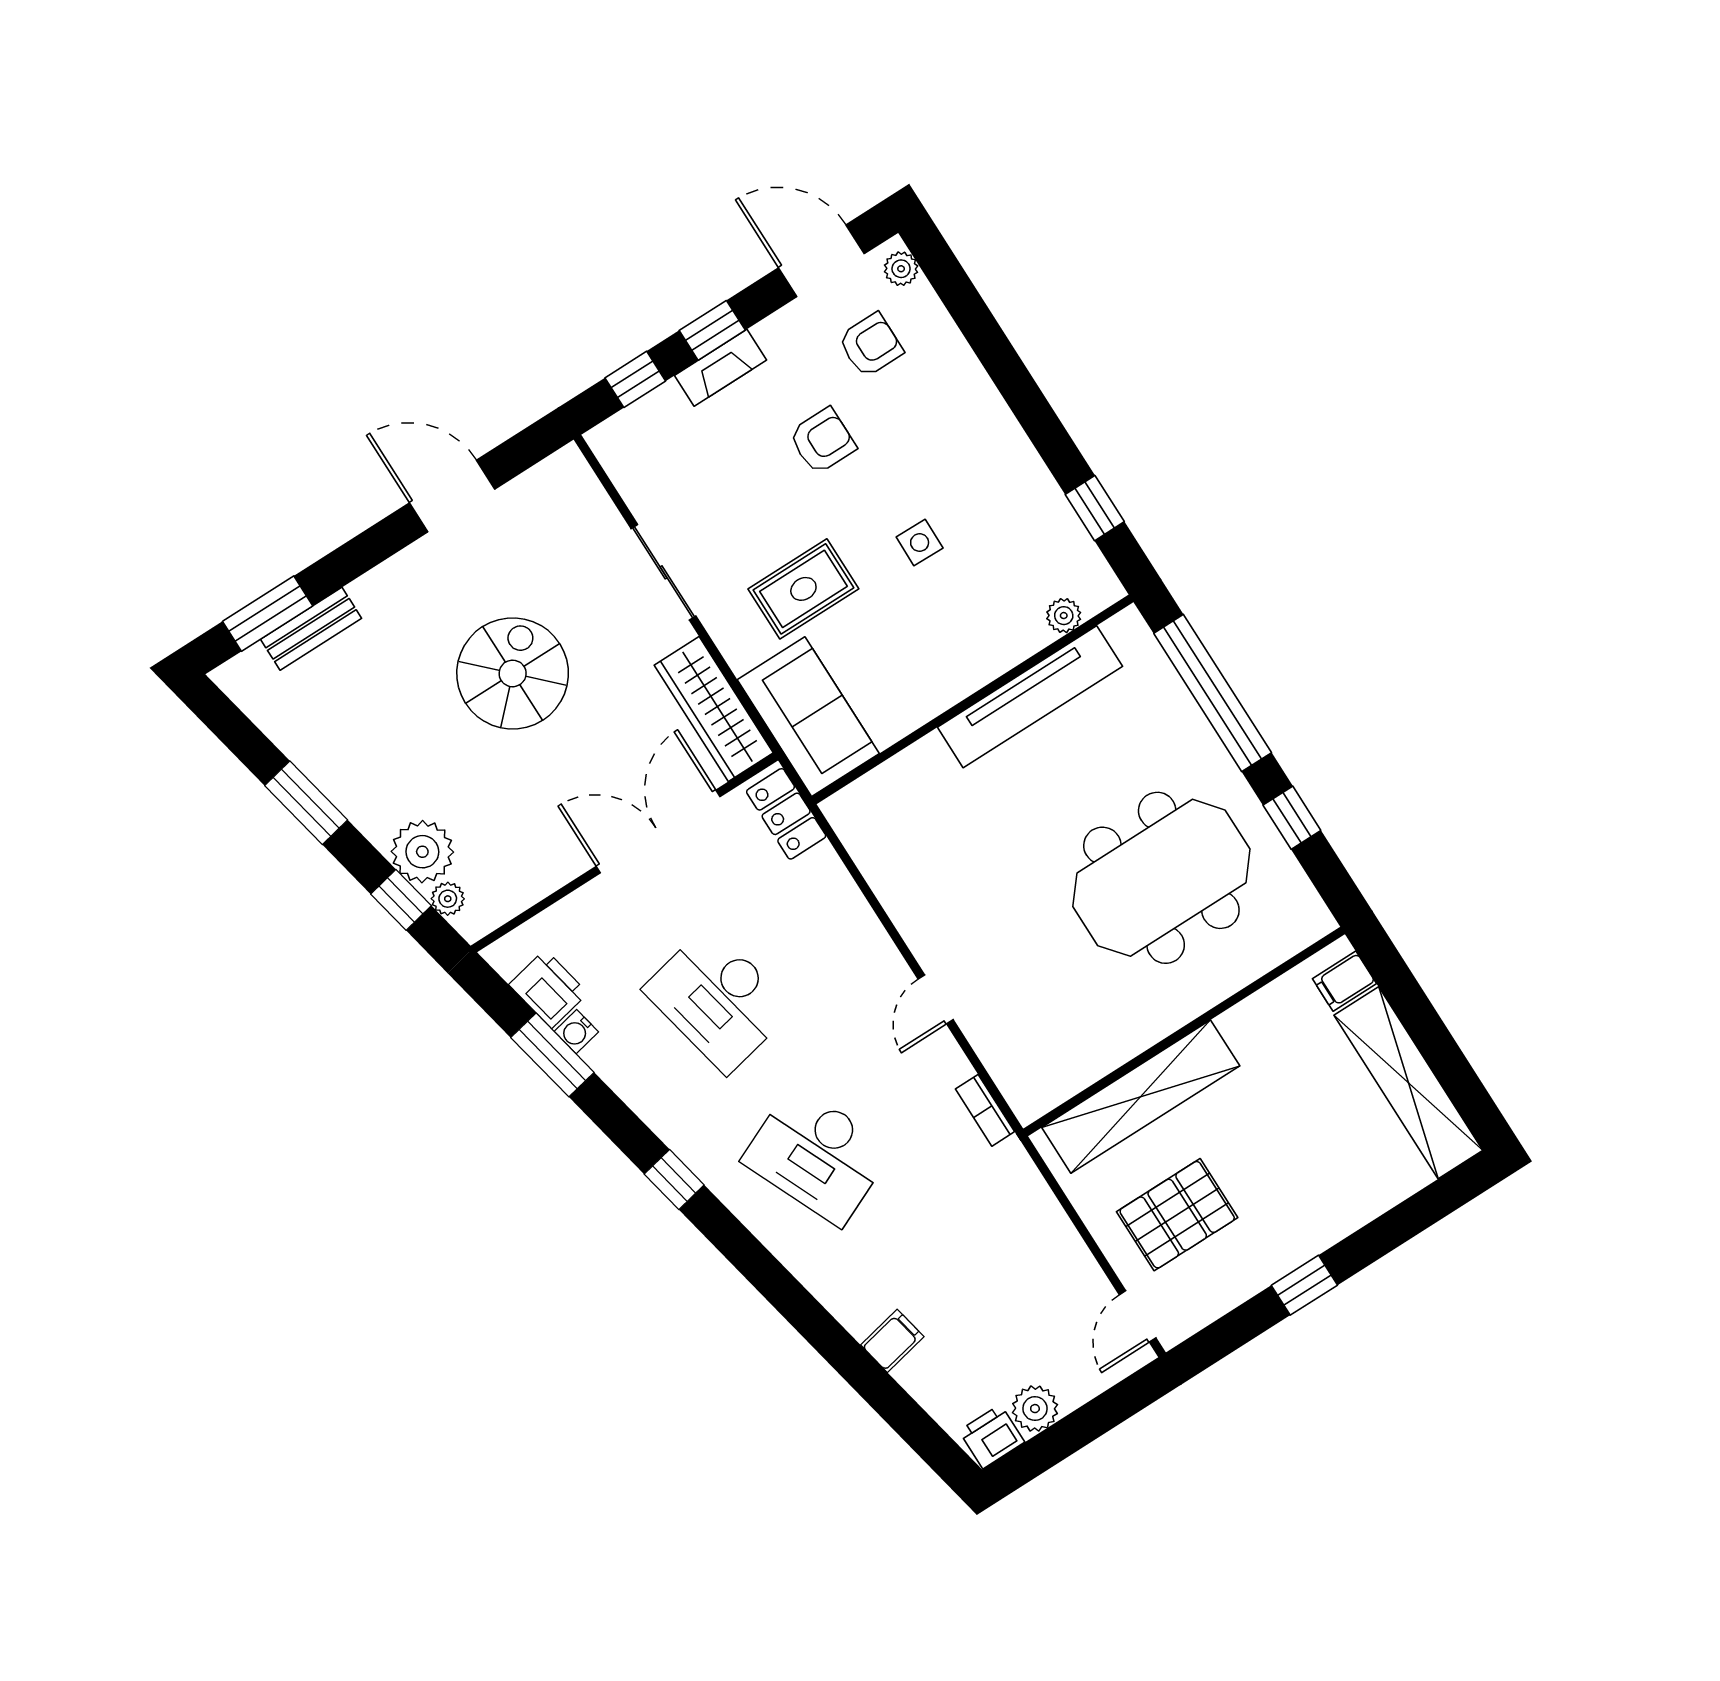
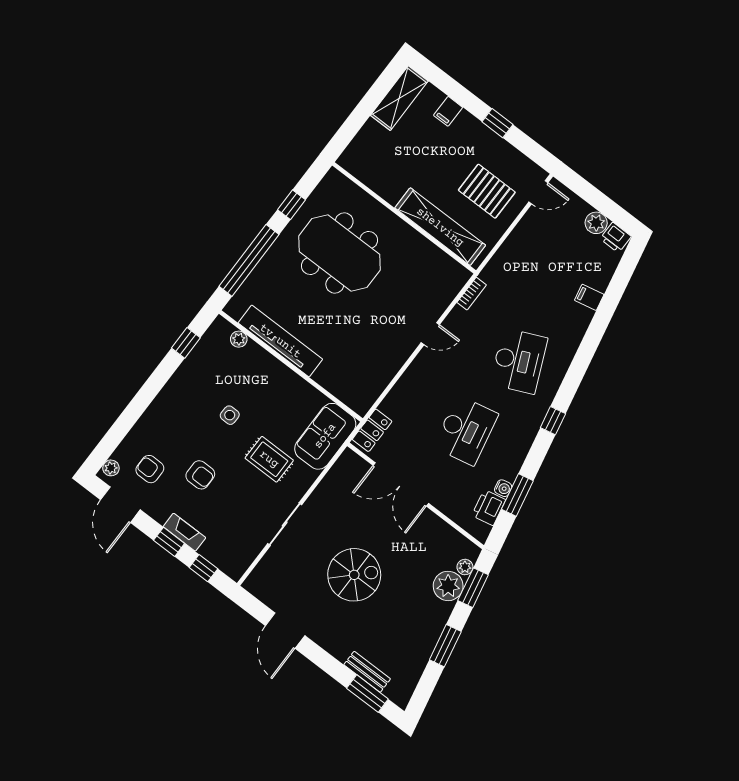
armchair: (822, 441) -> (200, 475), turned 180
spiral stairs: (513, 673) -> (354, 575), turned 180
wardrobe: (714, 709) -> (337, 480), removed
window: (401, 900) -> (473, 588), width x1.50
filing cabinet: (1344, 981) -> (448, 111), moved, turned 90
shelving: (1408, 1083) -> (399, 98), width x0.68

